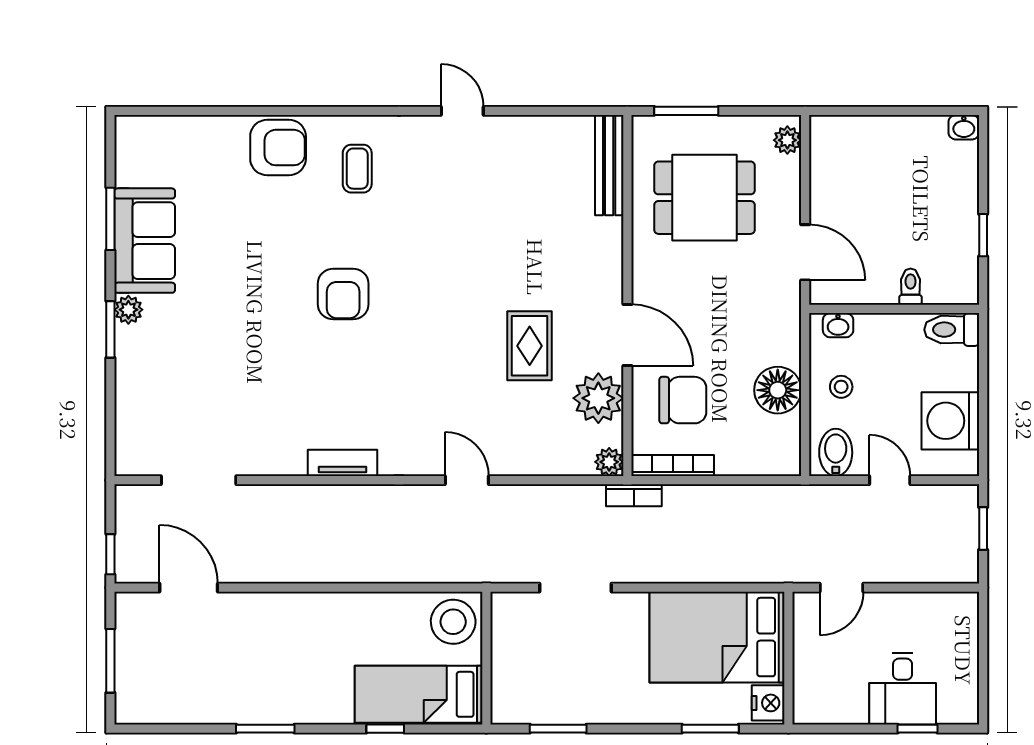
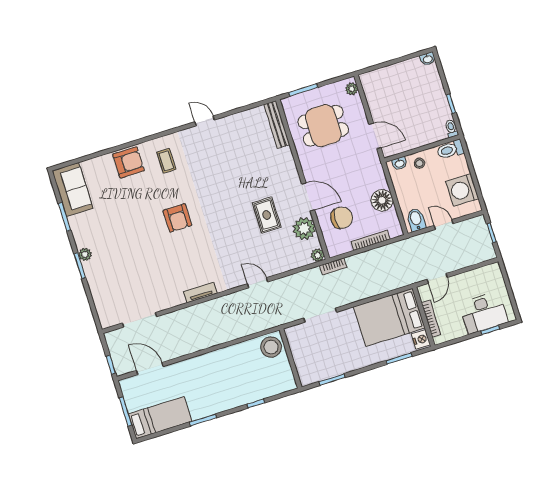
sofa: (145, 241) -> (73, 190), moved
toilet: (911, 287) -> (451, 128), moved
stool: (841, 387) -> (419, 163), moved
bookcase: (673, 466) -> (371, 240), moved
bookcase: (803, 667) -> (431, 319), added
desk: (903, 689) -> (484, 313), width x1.37
bed: (419, 694) -> (160, 418), moved, turned 180

